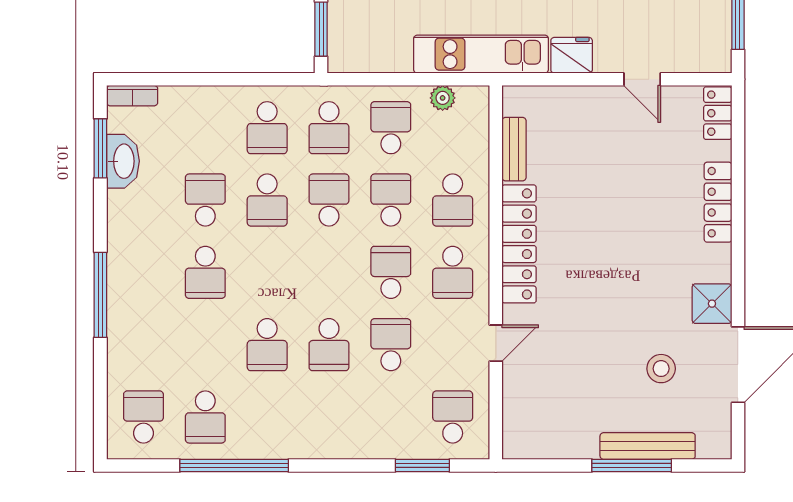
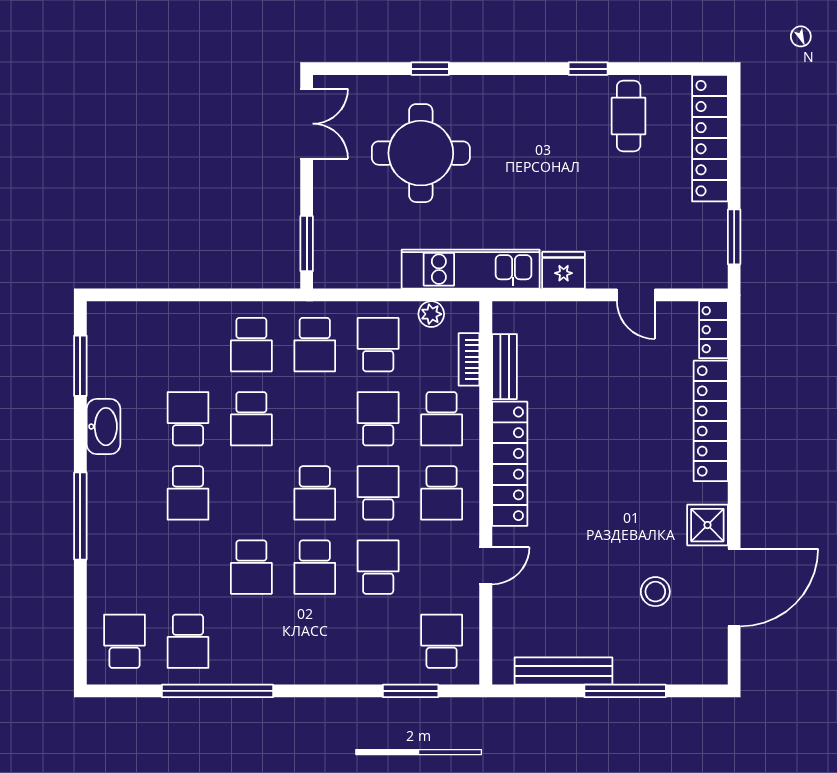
bookcase: (132, 96) -> (469, 359), moved, turned 90
washbasin: (123, 161) -> (103, 427), moved
school desk: (329, 200) -> (315, 493), moved, turned 180
locker: (718, 202) -> (711, 421), width x1.41, depth x1.21
bench: (648, 446) -> (563, 671), moved

